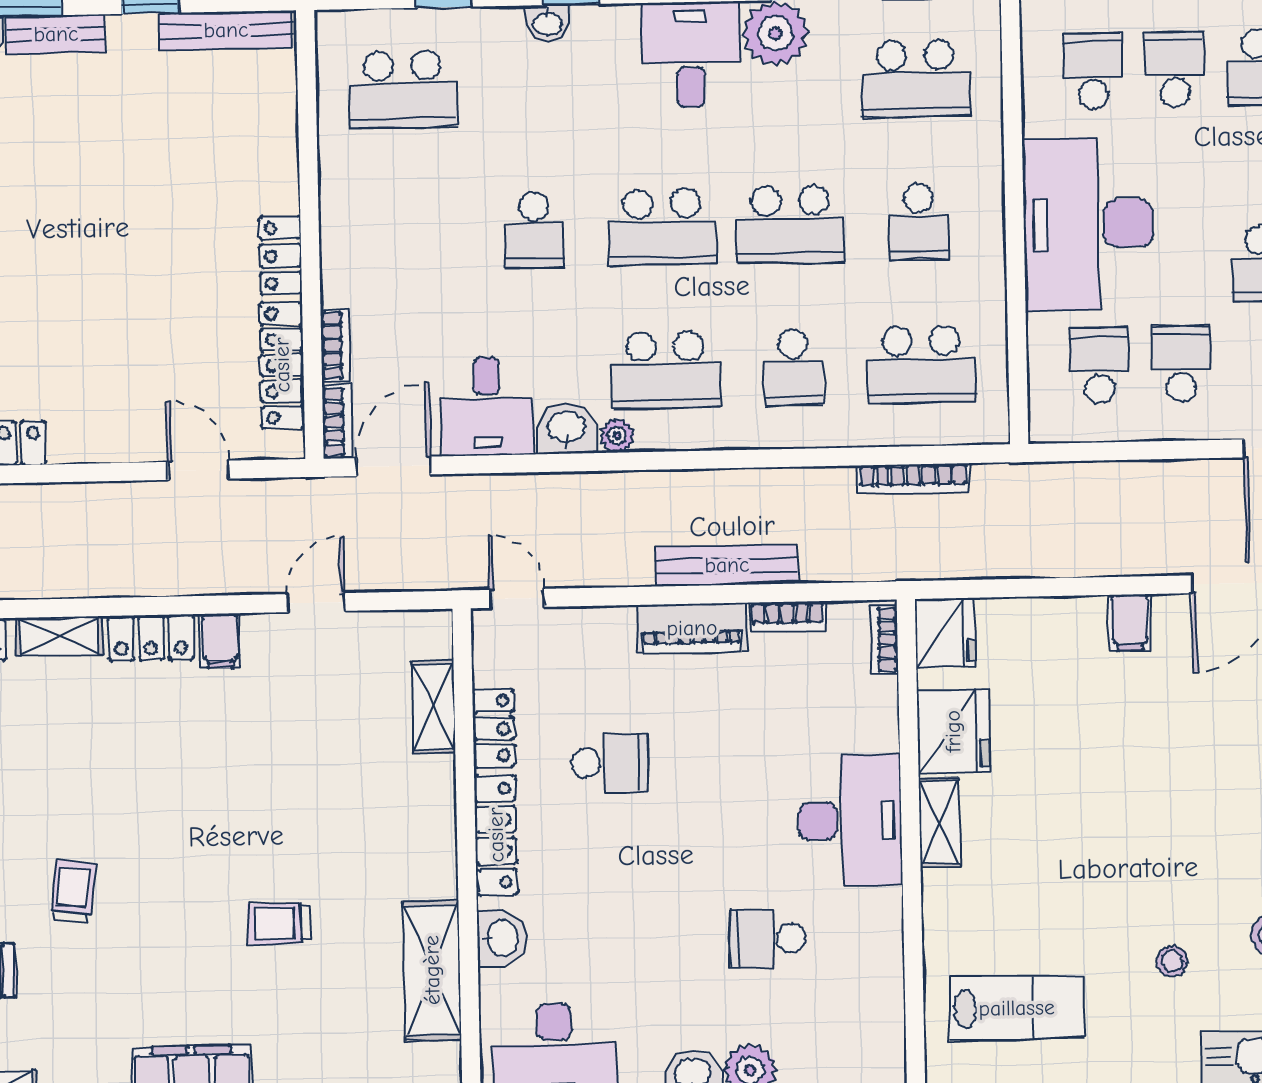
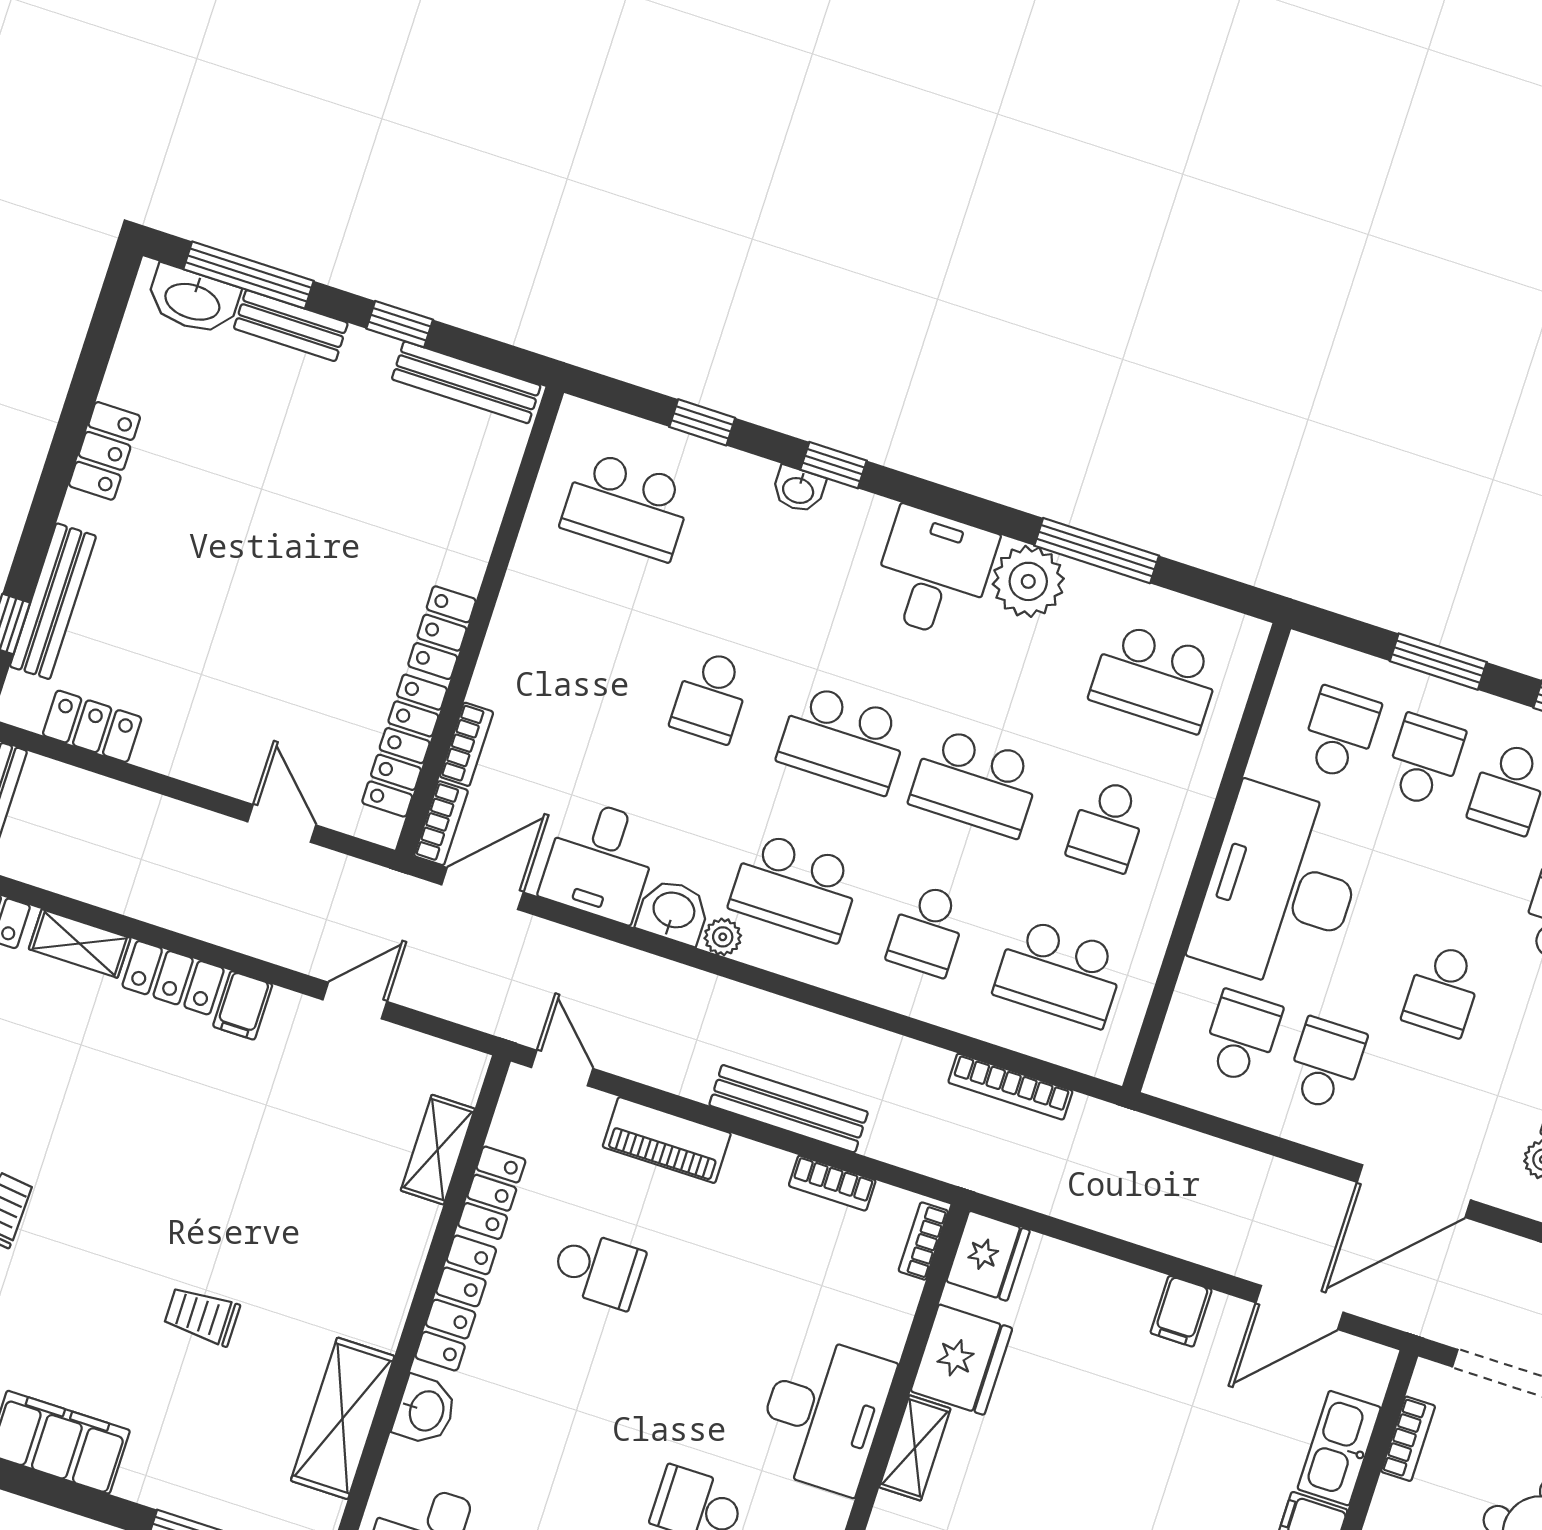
piano: (692, 628) -> (667, 1140), moved

